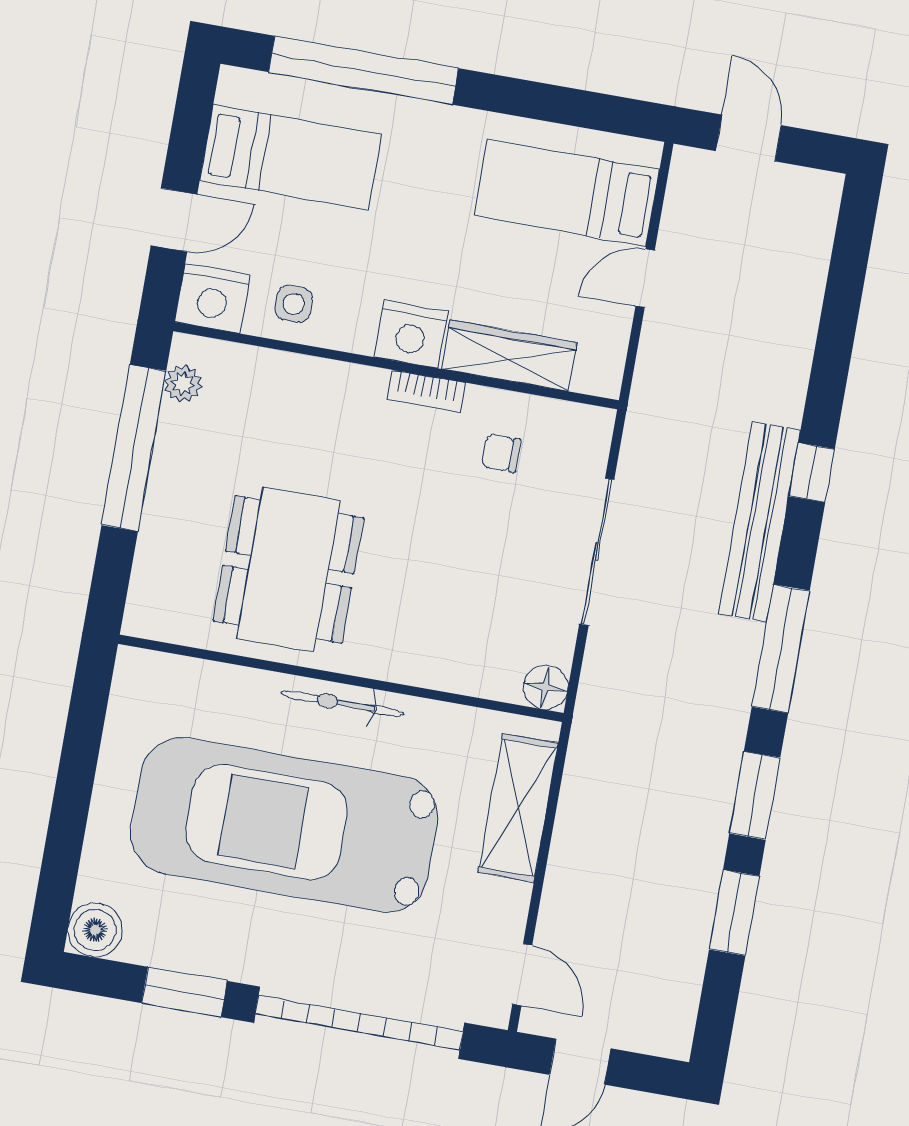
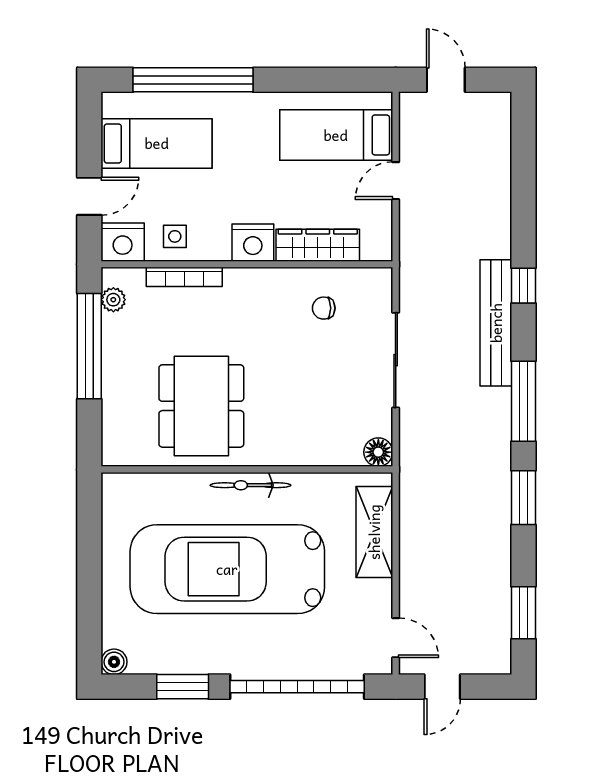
bookcase: (426, 391) -> (184, 277), moved, width x1.56
window: (734, 913) -> (524, 613), moved
boiler: (95, 930) -> (114, 662), width x0.73, depth x0.73

